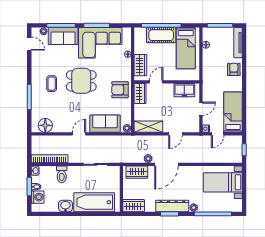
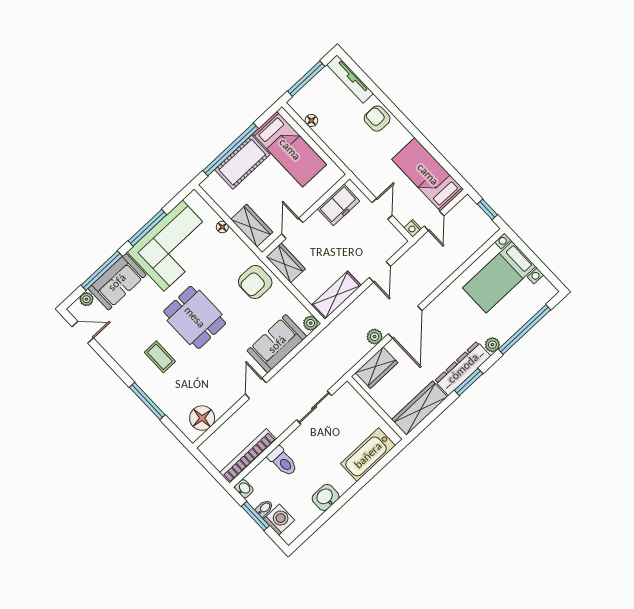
dining table: (81, 81) -> (195, 317), turned 90
bathtub: (94, 202) -> (368, 455), width x0.73, depth x0.73
wardrobe: (134, 206) -> (420, 408), width x1.50

